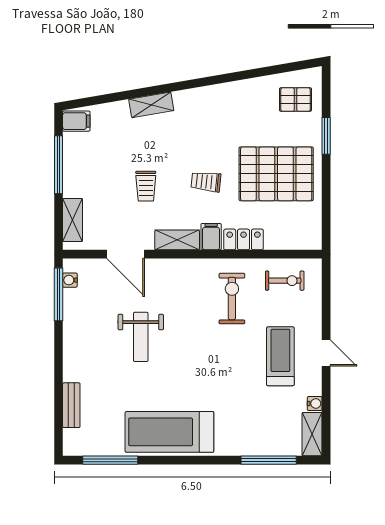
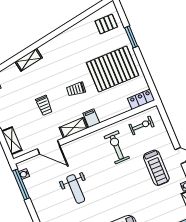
locker: (244, 239) -> (141, 99), moved
treadmill: (280, 356) -> (156, 168), turned 180

